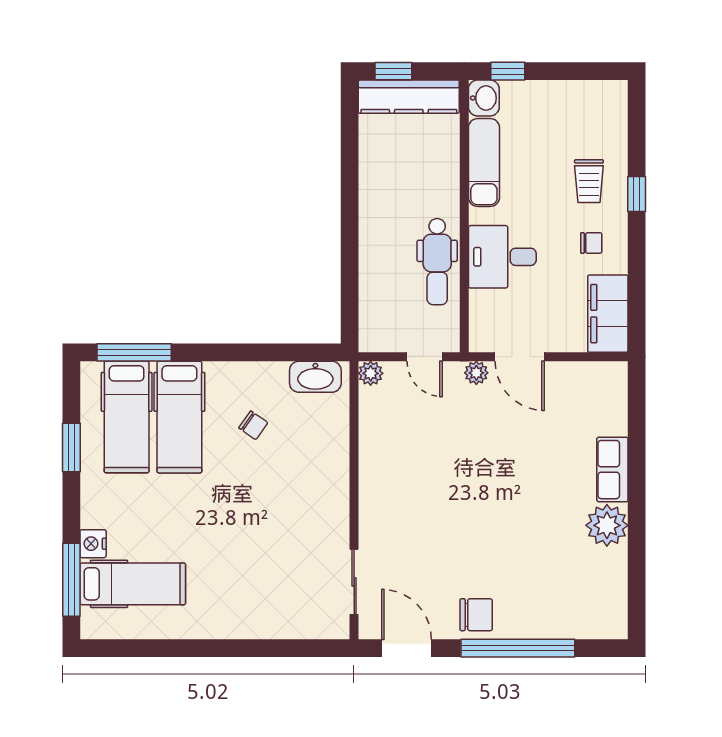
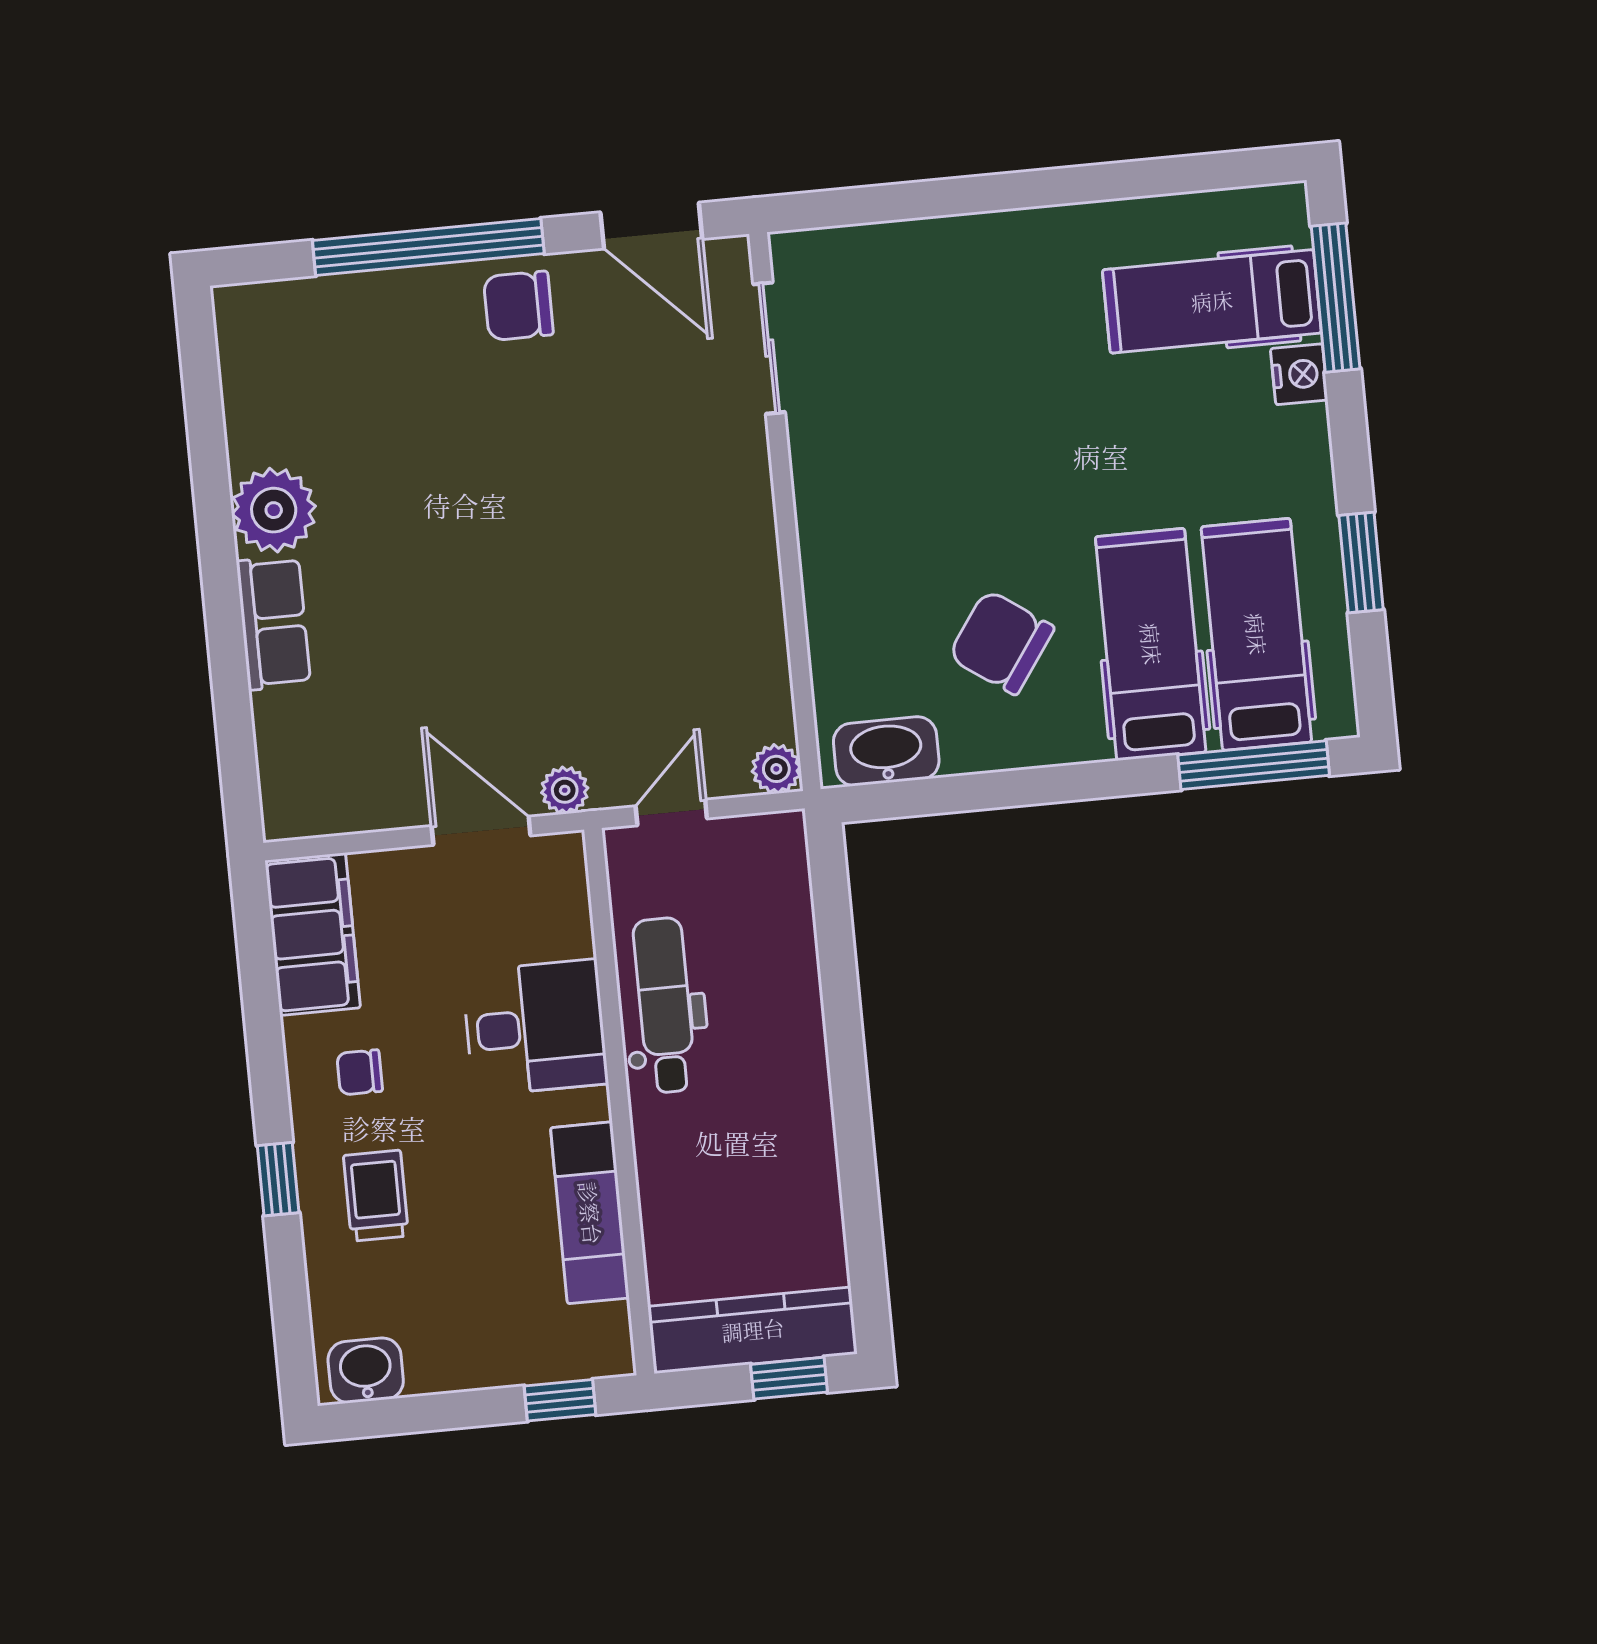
washbasin: (484, 98) -> (366, 1370), moved, turned 90
door: (425, 357) -> (671, 812), hinge flipped
chair: (253, 425) -> (1001, 642), width x1.87, depth x1.87

